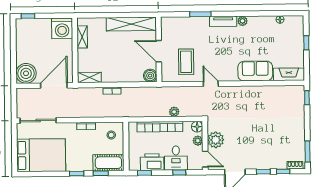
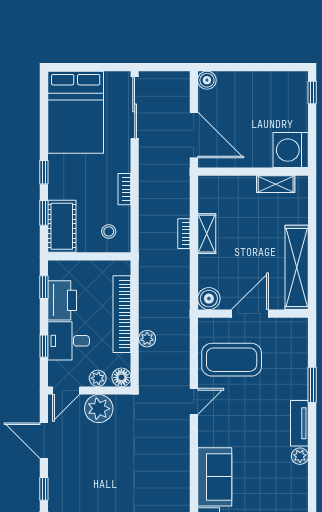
coffee table: (186, 62) -> (232, 360), width x1.36, depth x1.32
boiler: (26, 73) -> (207, 80), width x0.54, depth x0.54
shelving: (89, 77) -> (207, 234), moved

